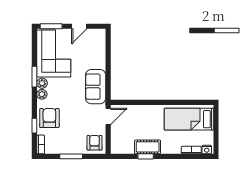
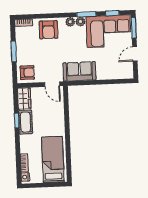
door: (79, 26) -> (135, 54), hinge flipped
armchair: (49, 118) -> (48, 30), turned 90
window: (34, 126) -> (112, 13), moved
wardrobe: (122, 147) -> (24, 98), added

